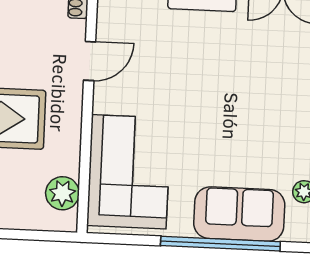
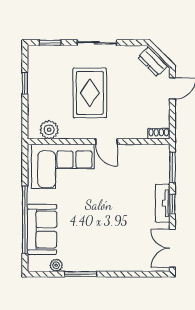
door: (90, 61) -> (106, 142), moved

